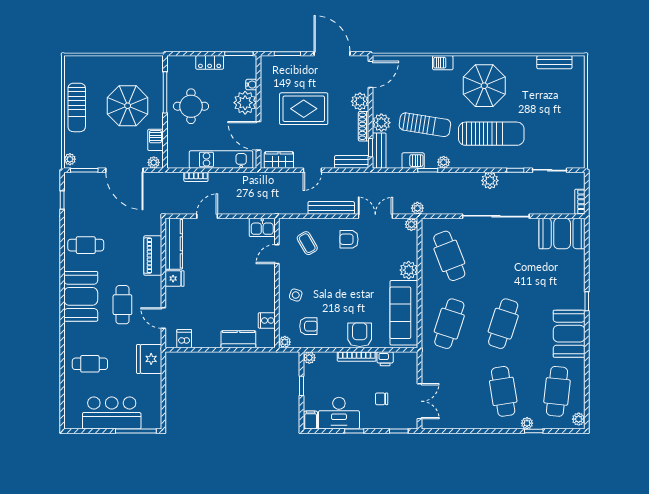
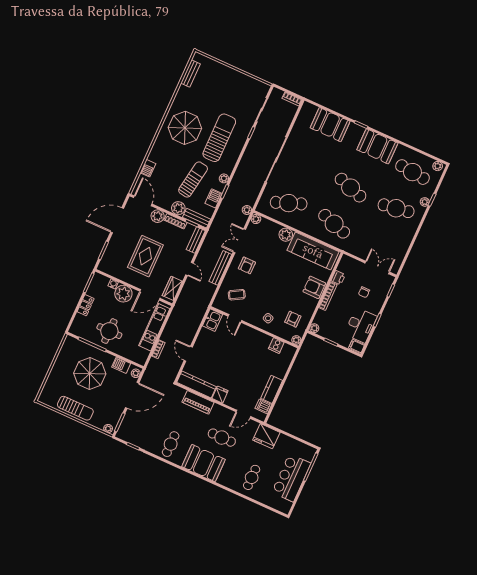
barbecue: (443, 63) -> (148, 168), moved
plant: (490, 181) -> (250, 153), removed
booth: (562, 233) -> (330, 125), moved, turned 90
kitchen counter: (238, 339) -> (272, 389), moved

